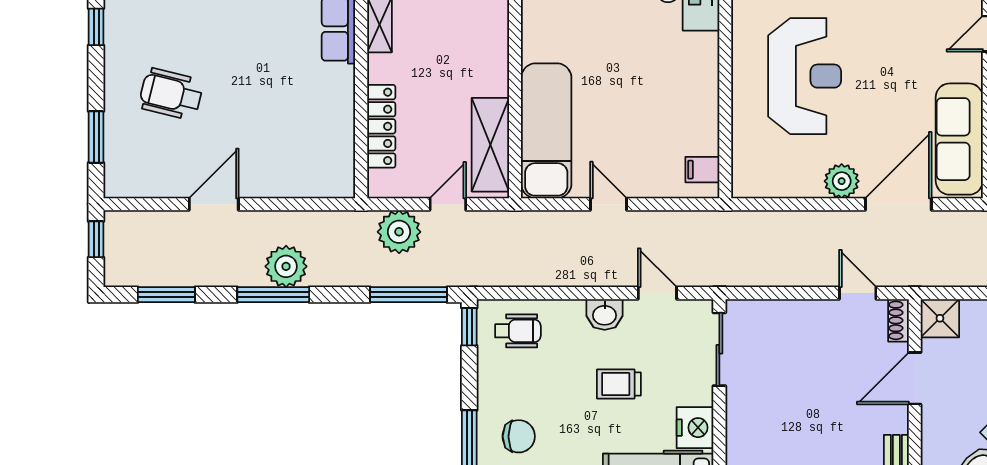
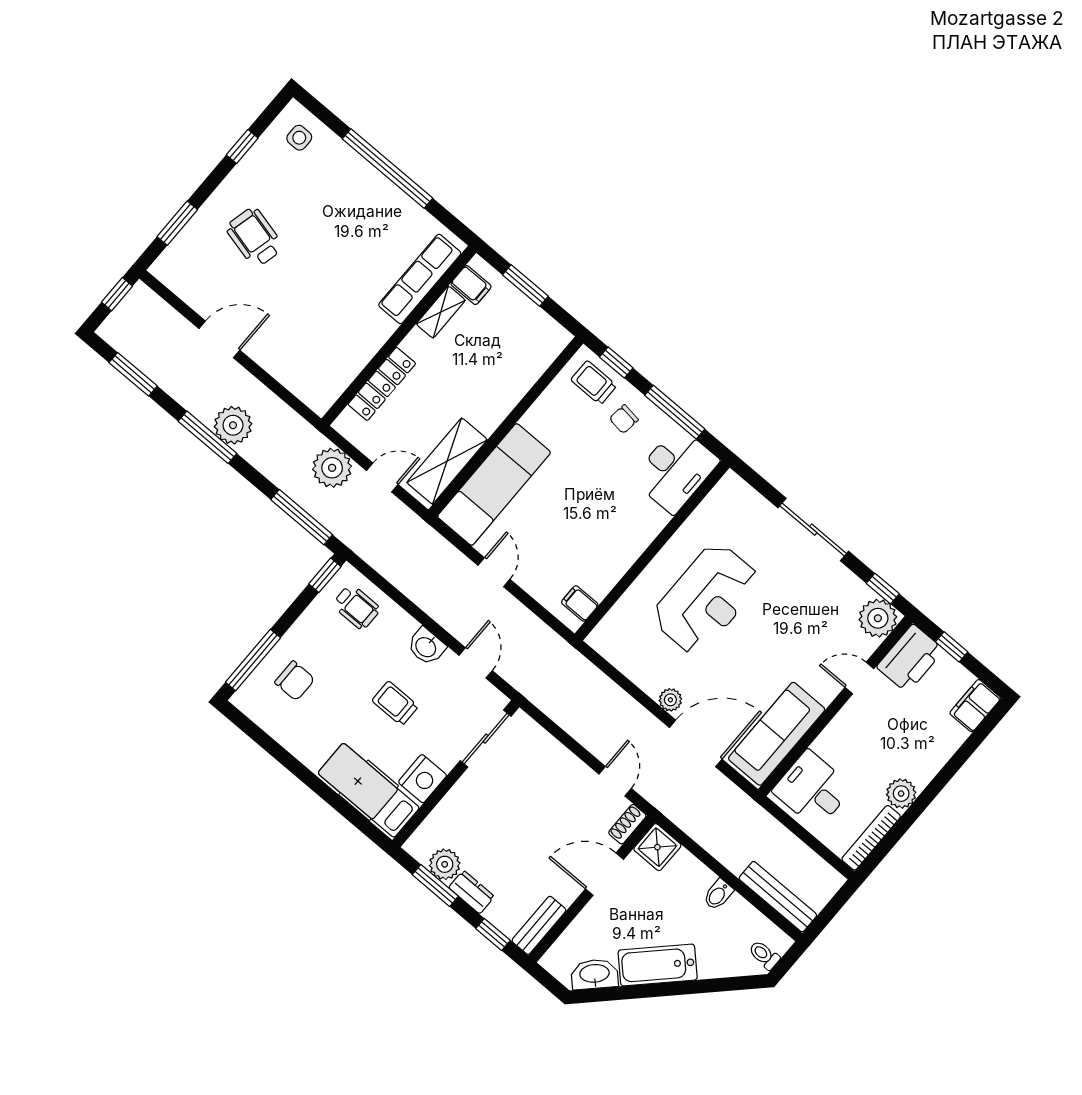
plant: (842, 181) -> (670, 700), width x0.73, depth x0.73

